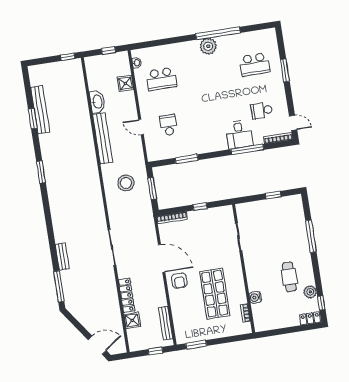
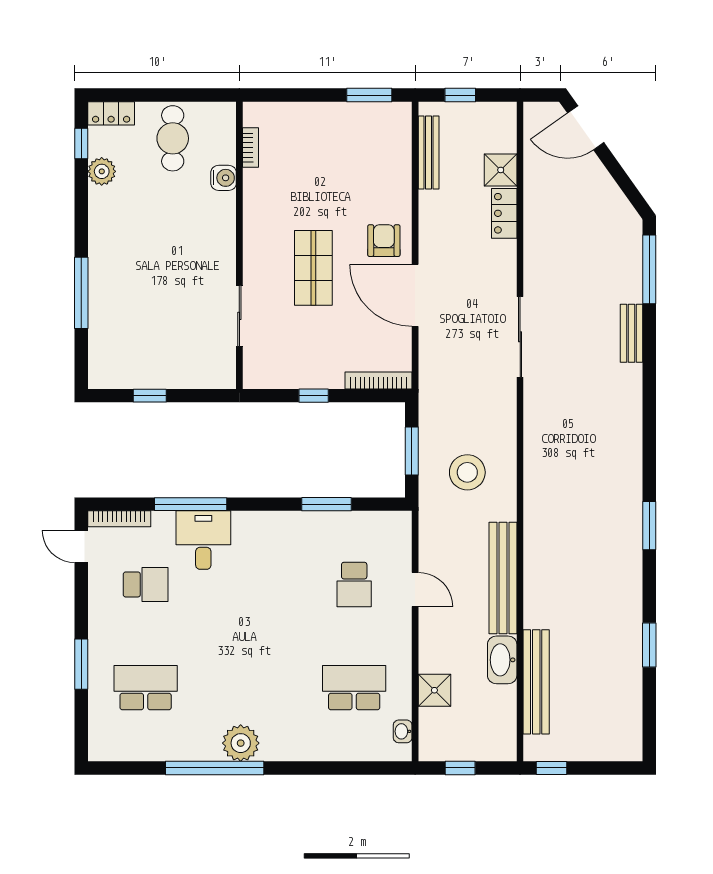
bench: (40, 110) -> (536, 682), moved
cafe table: (289, 277) -> (173, 138), moved
shop shelf: (215, 294) -> (313, 268), moved, width x0.70, depth x0.74
locker: (127, 295) -> (504, 213), width x0.66

